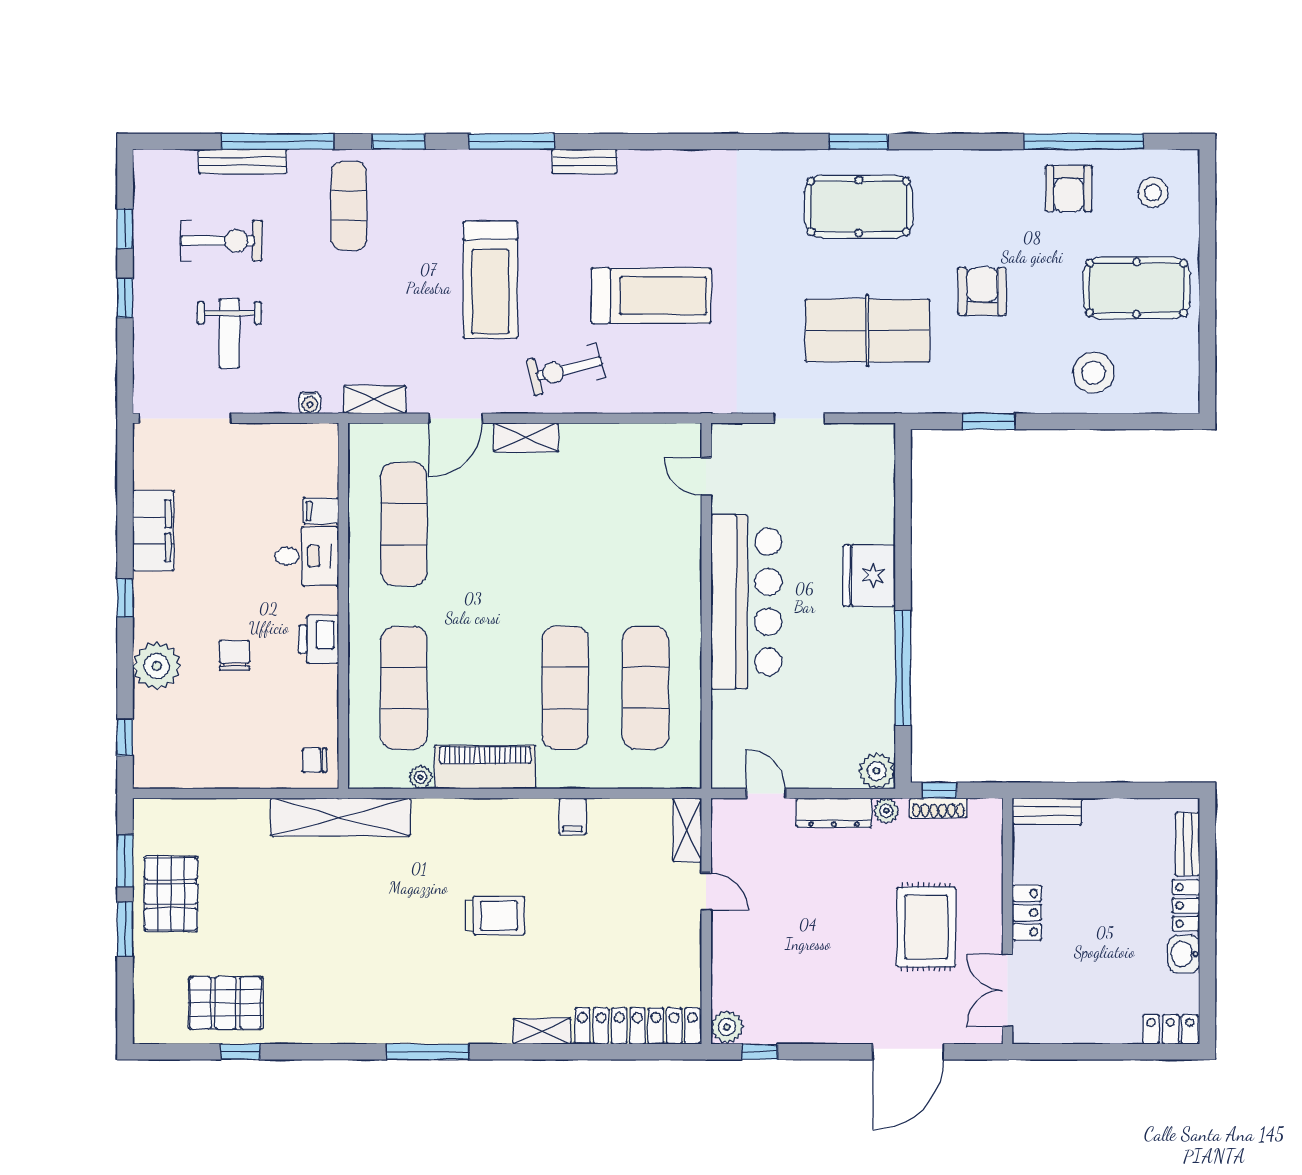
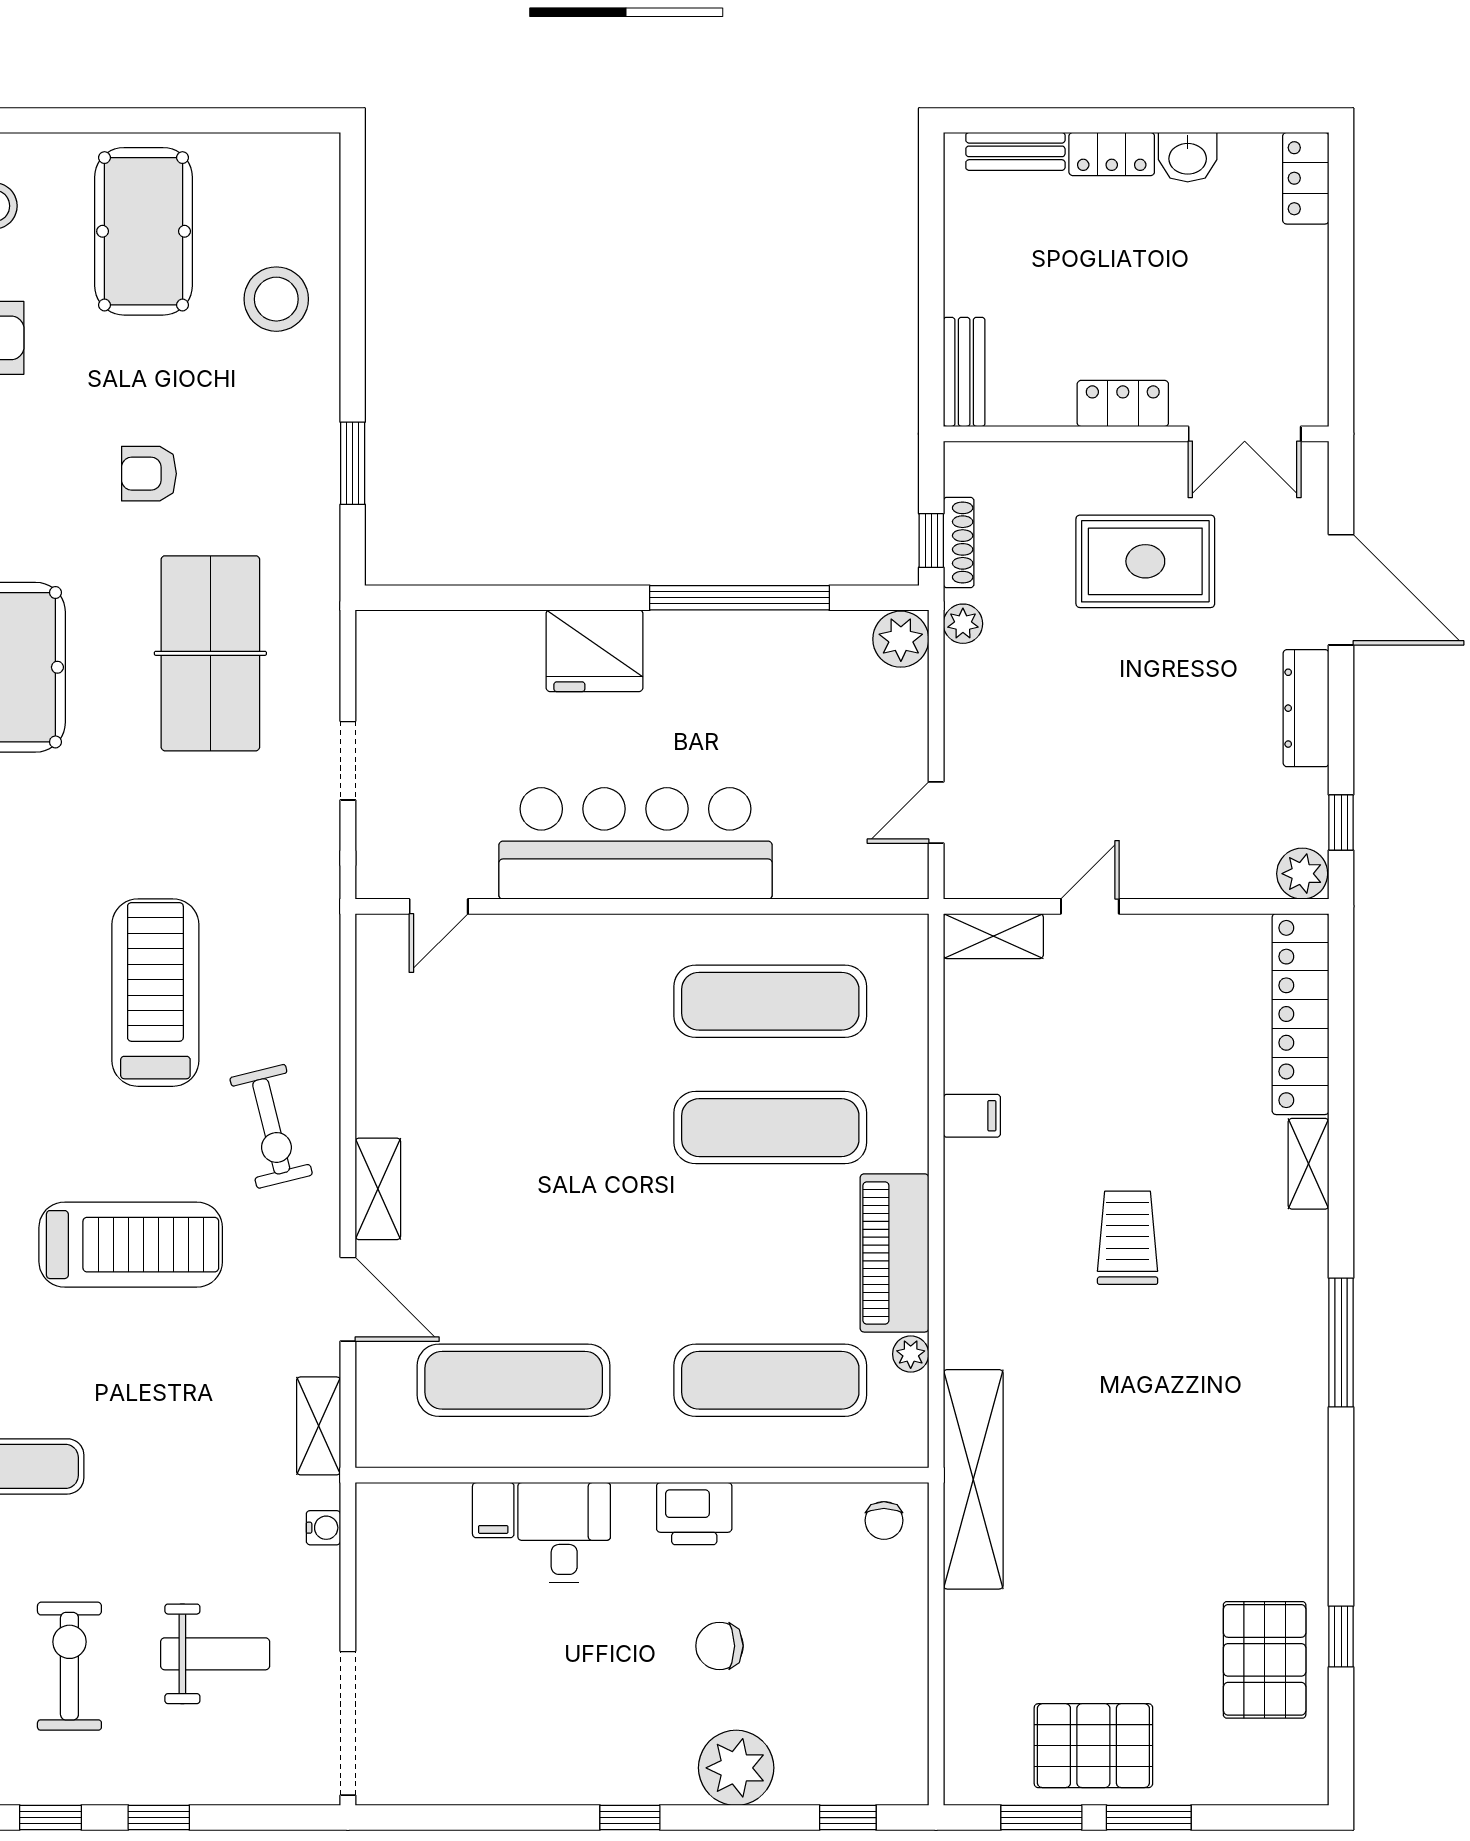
armchair: (982, 291) -> (149, 474), width x0.72, depth x0.72
filing cabinet: (153, 531) -> (524, 1773), removed
dresser: (834, 813) -> (1306, 708), moved, turned 180

